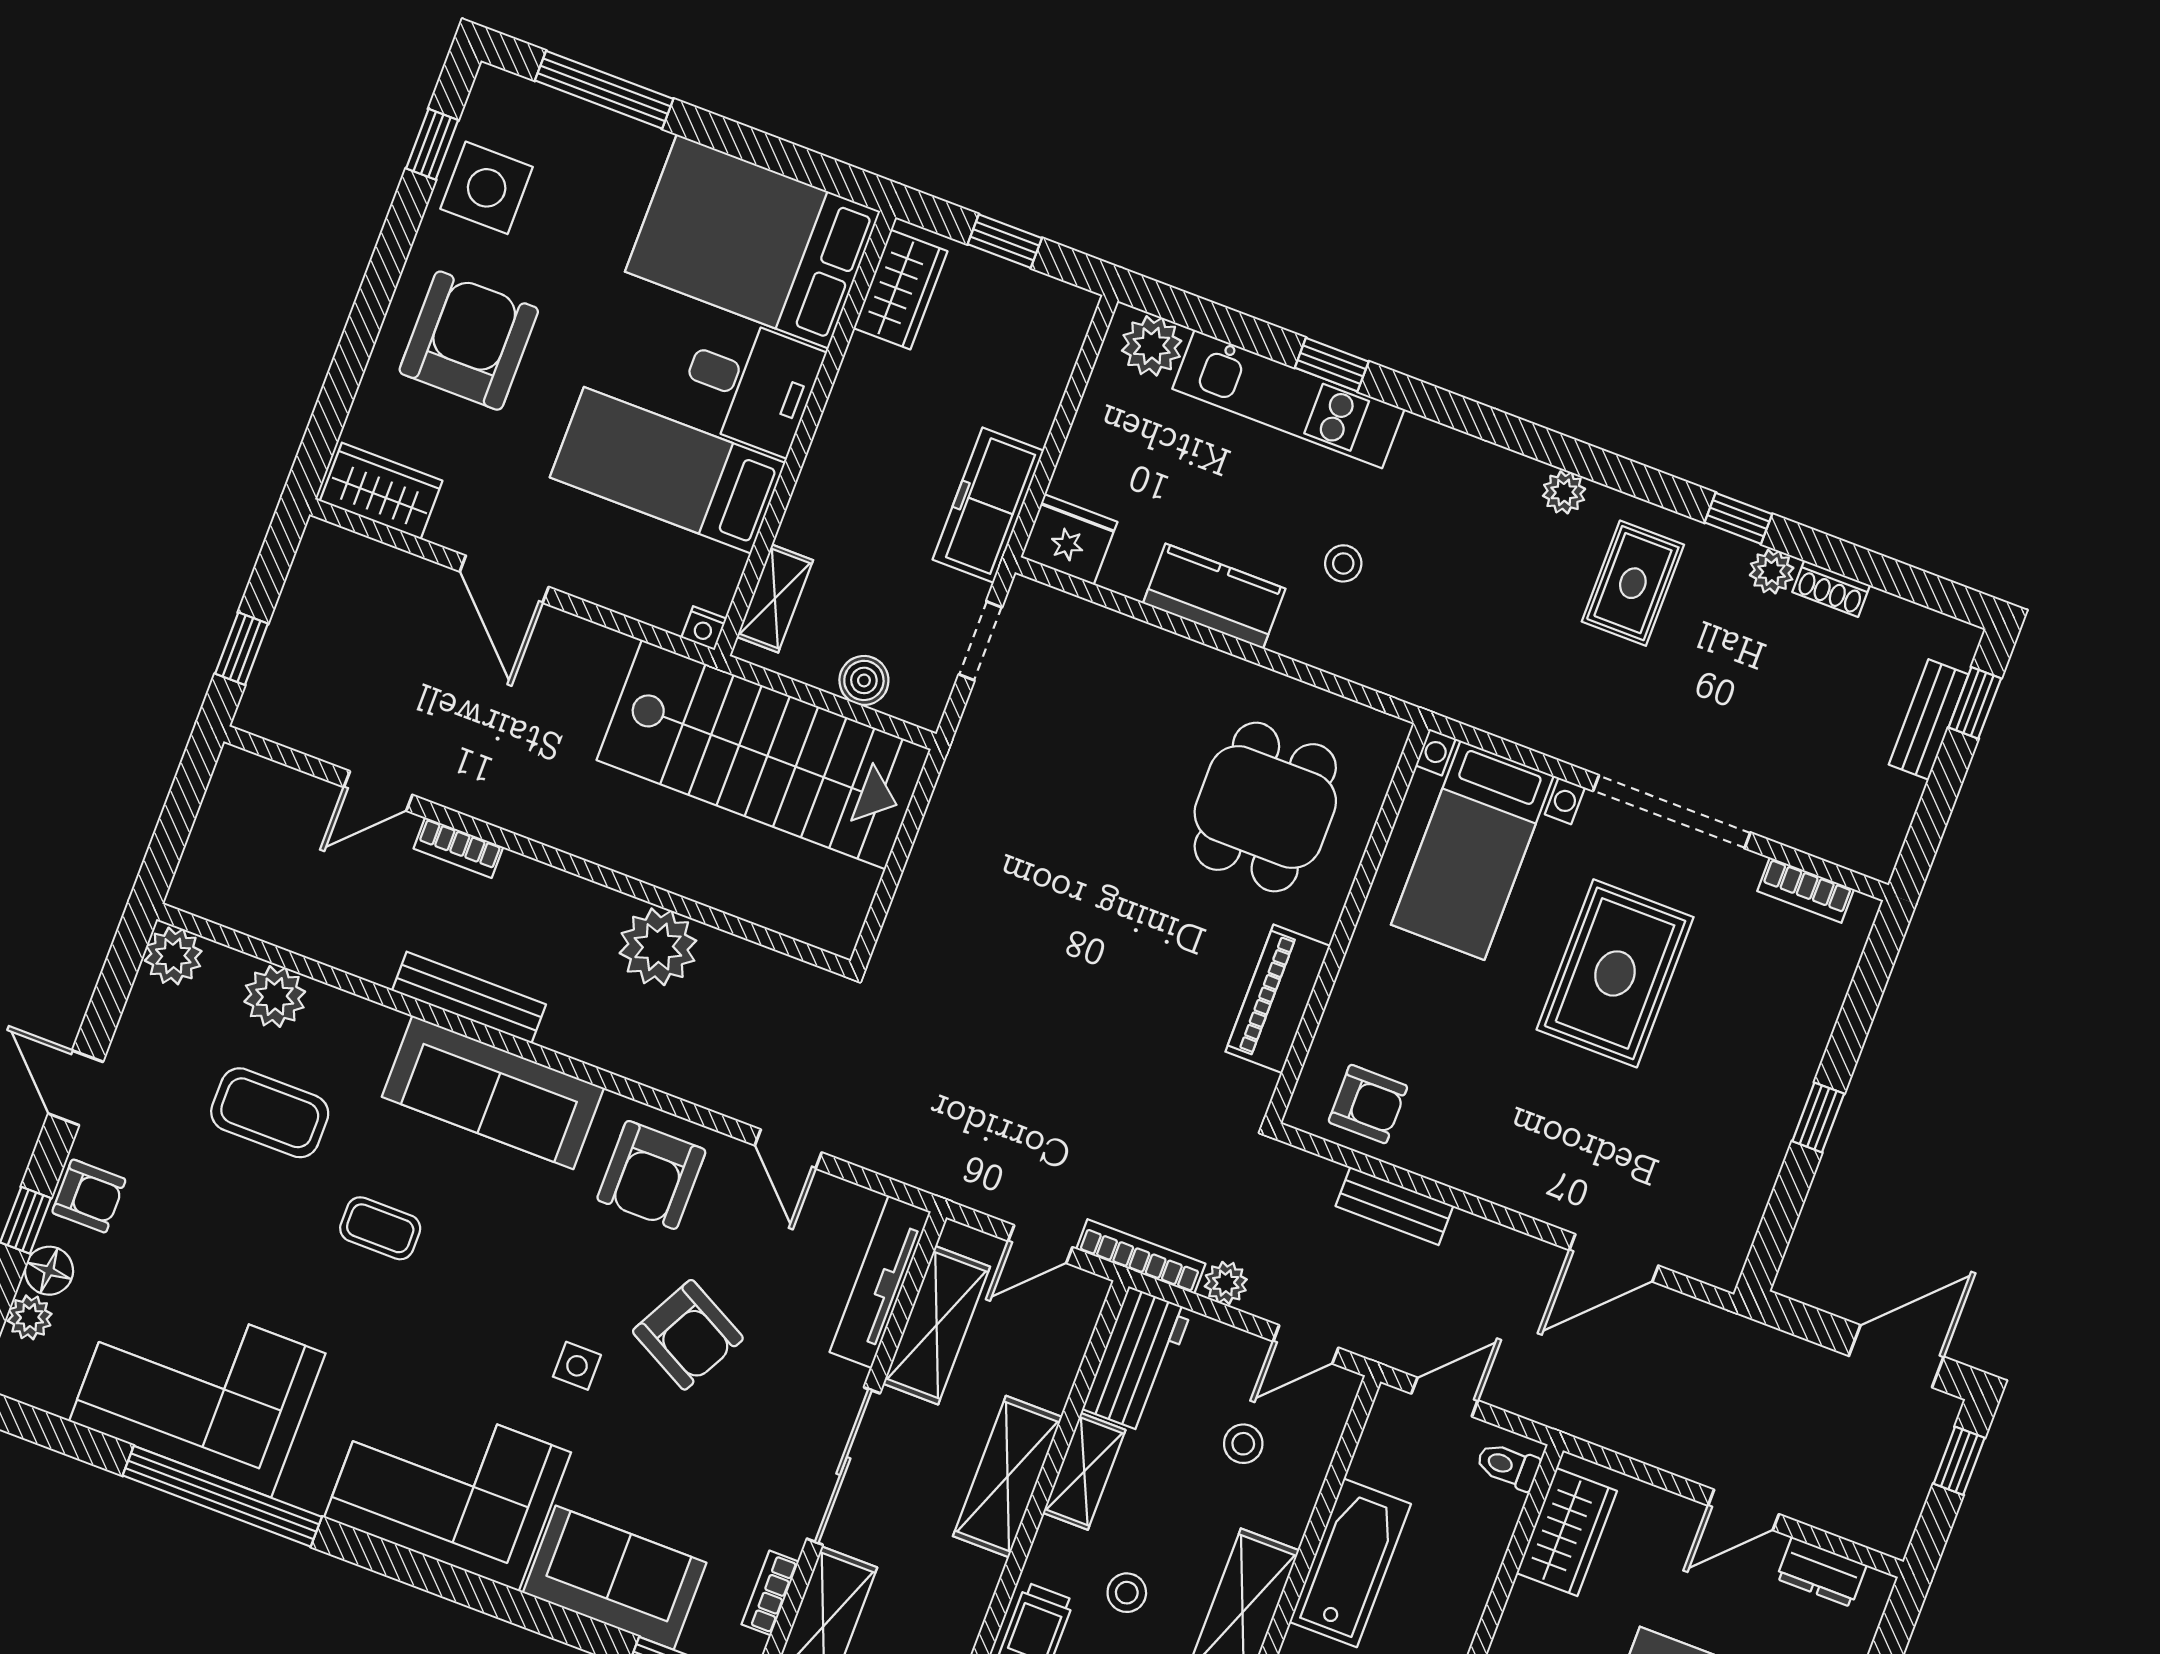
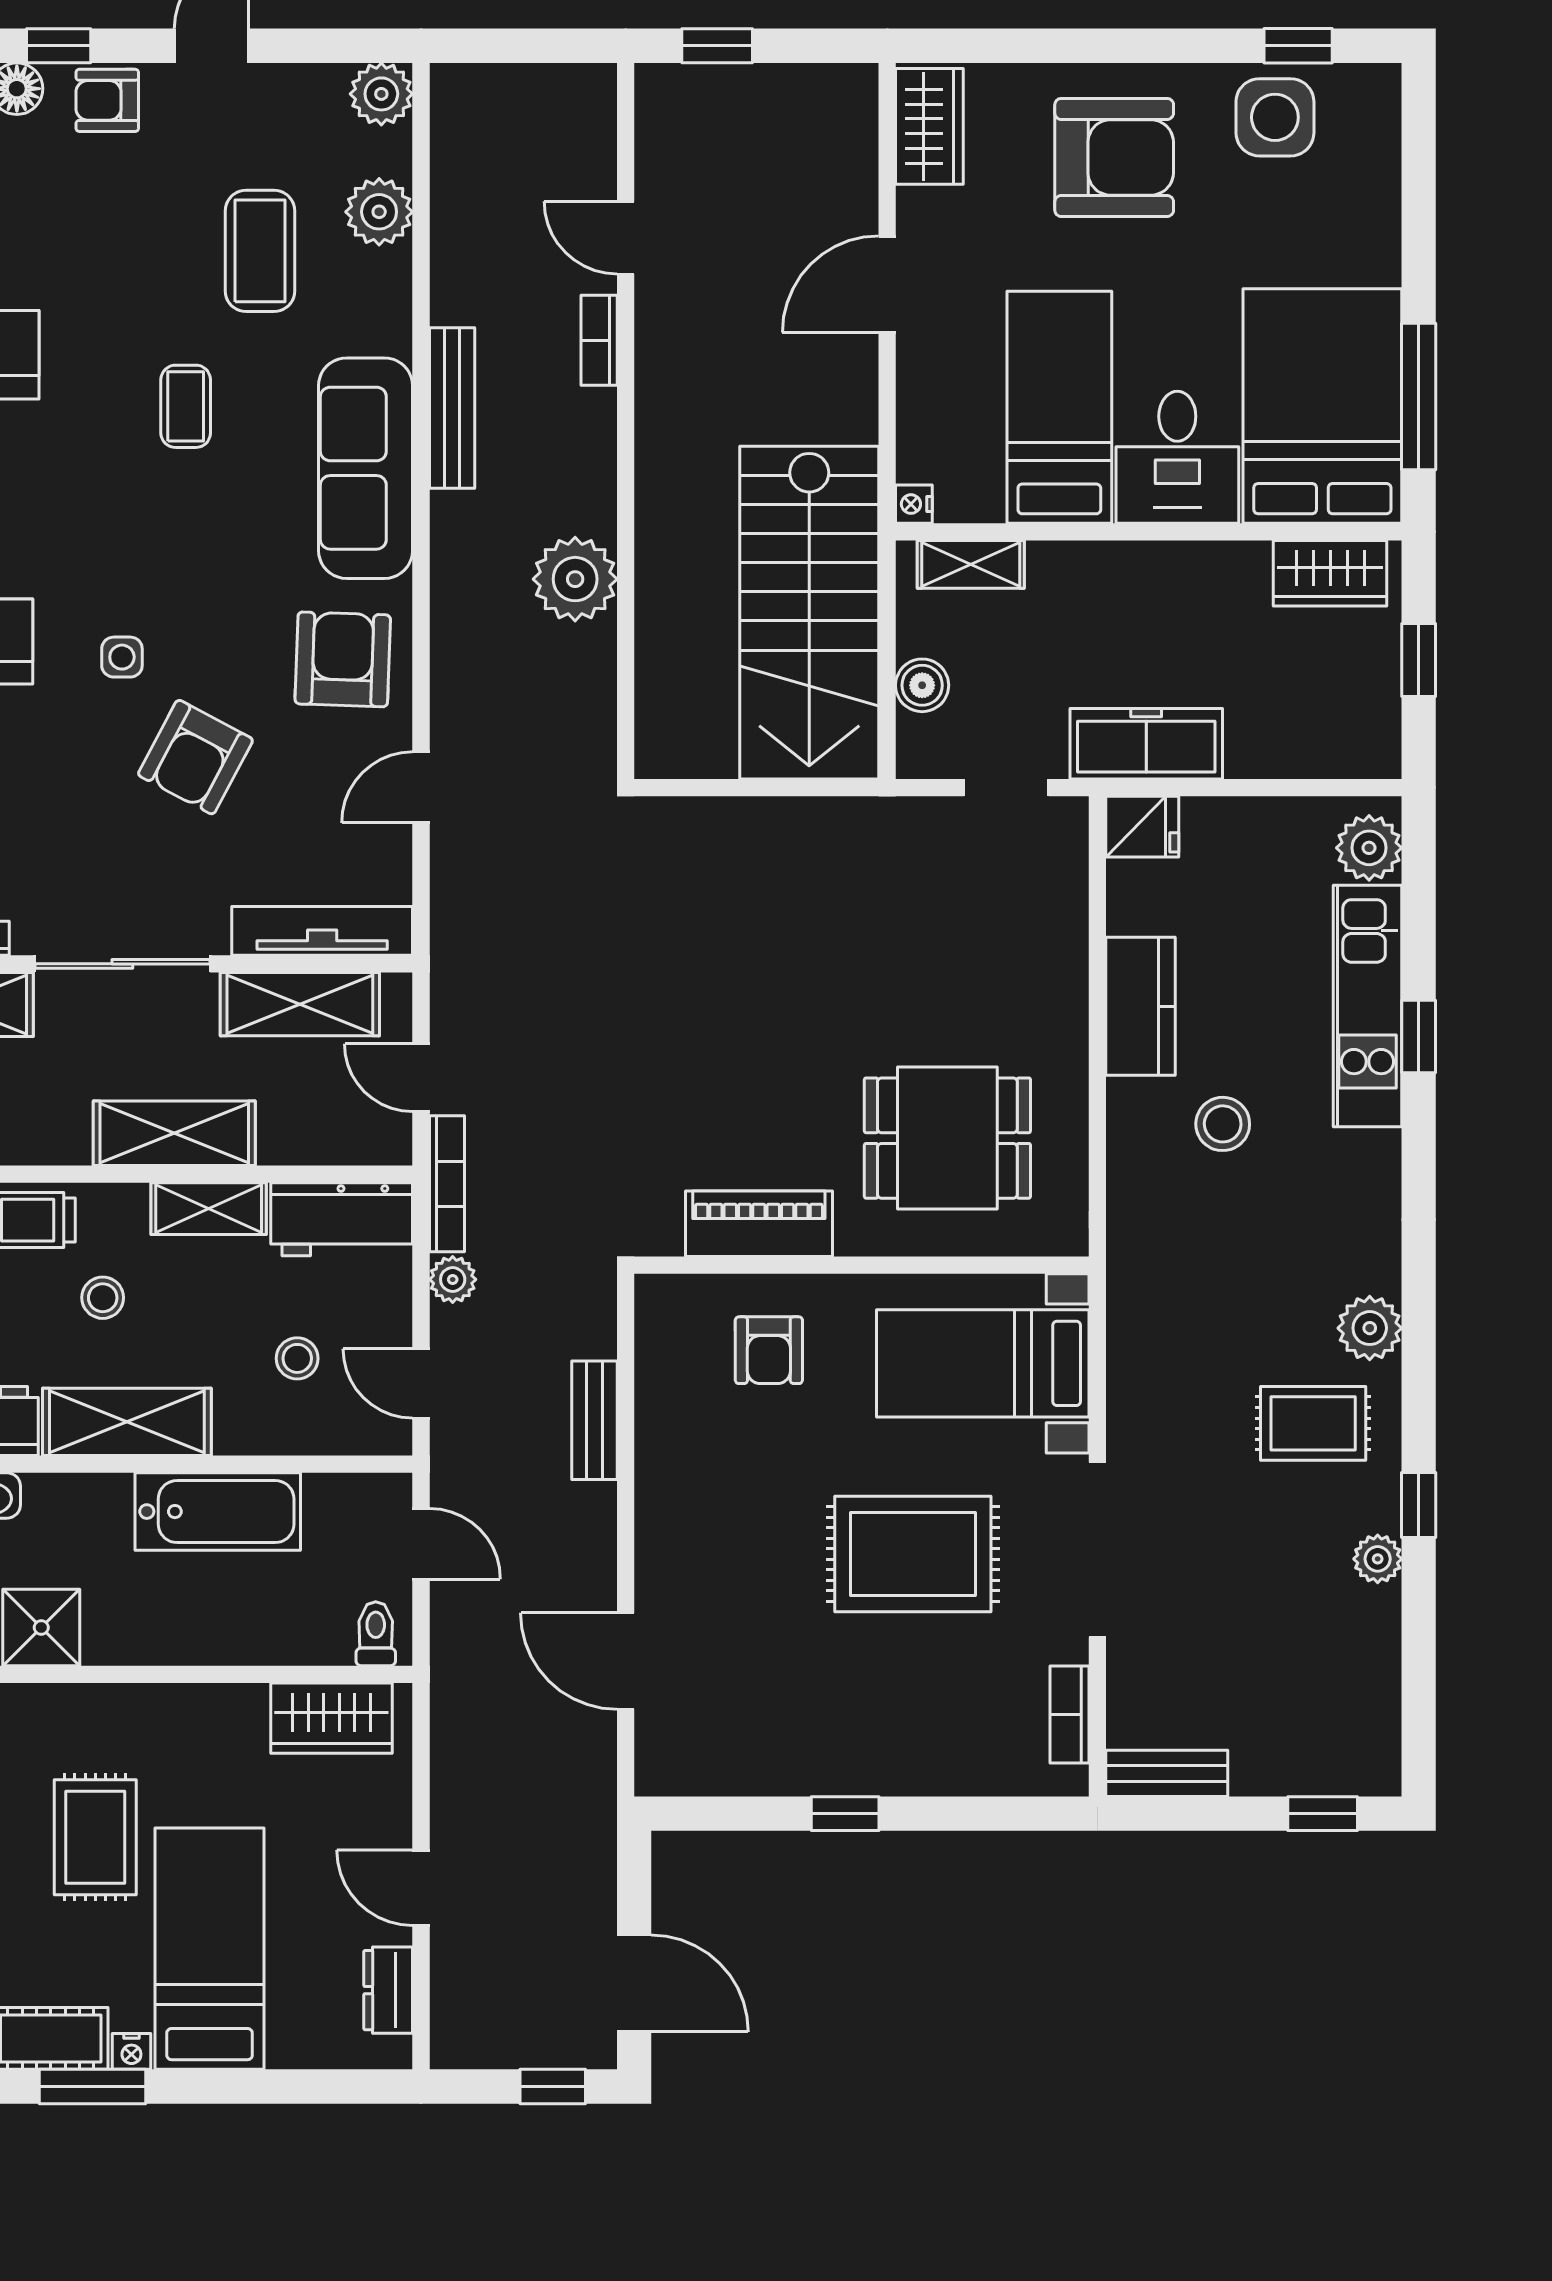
window: (604, 90) -> (1419, 396), moved
plant: (1564, 492) -> (1370, 1328), width x1.38, depth x1.38
fridge: (1069, 539) -> (1142, 827), width x0.72
stool: (1343, 563) -> (1223, 1124), width x1.37, depth x1.37
shoe rack: (1831, 589) -> (1383, 1625), removed
bench: (1929, 719) -> (1167, 1773), moved
armchair: (1368, 1104) -> (769, 1350), moved
armchair: (651, 1175) -> (343, 659), turned 92
armchair: (89, 1196) -> (107, 100), turned 90

